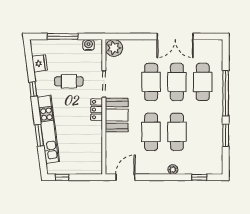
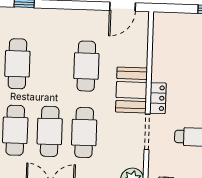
cafe table: (177, 132) -> (17, 64), moved
plant: (173, 170) -> (59, 15), removed

